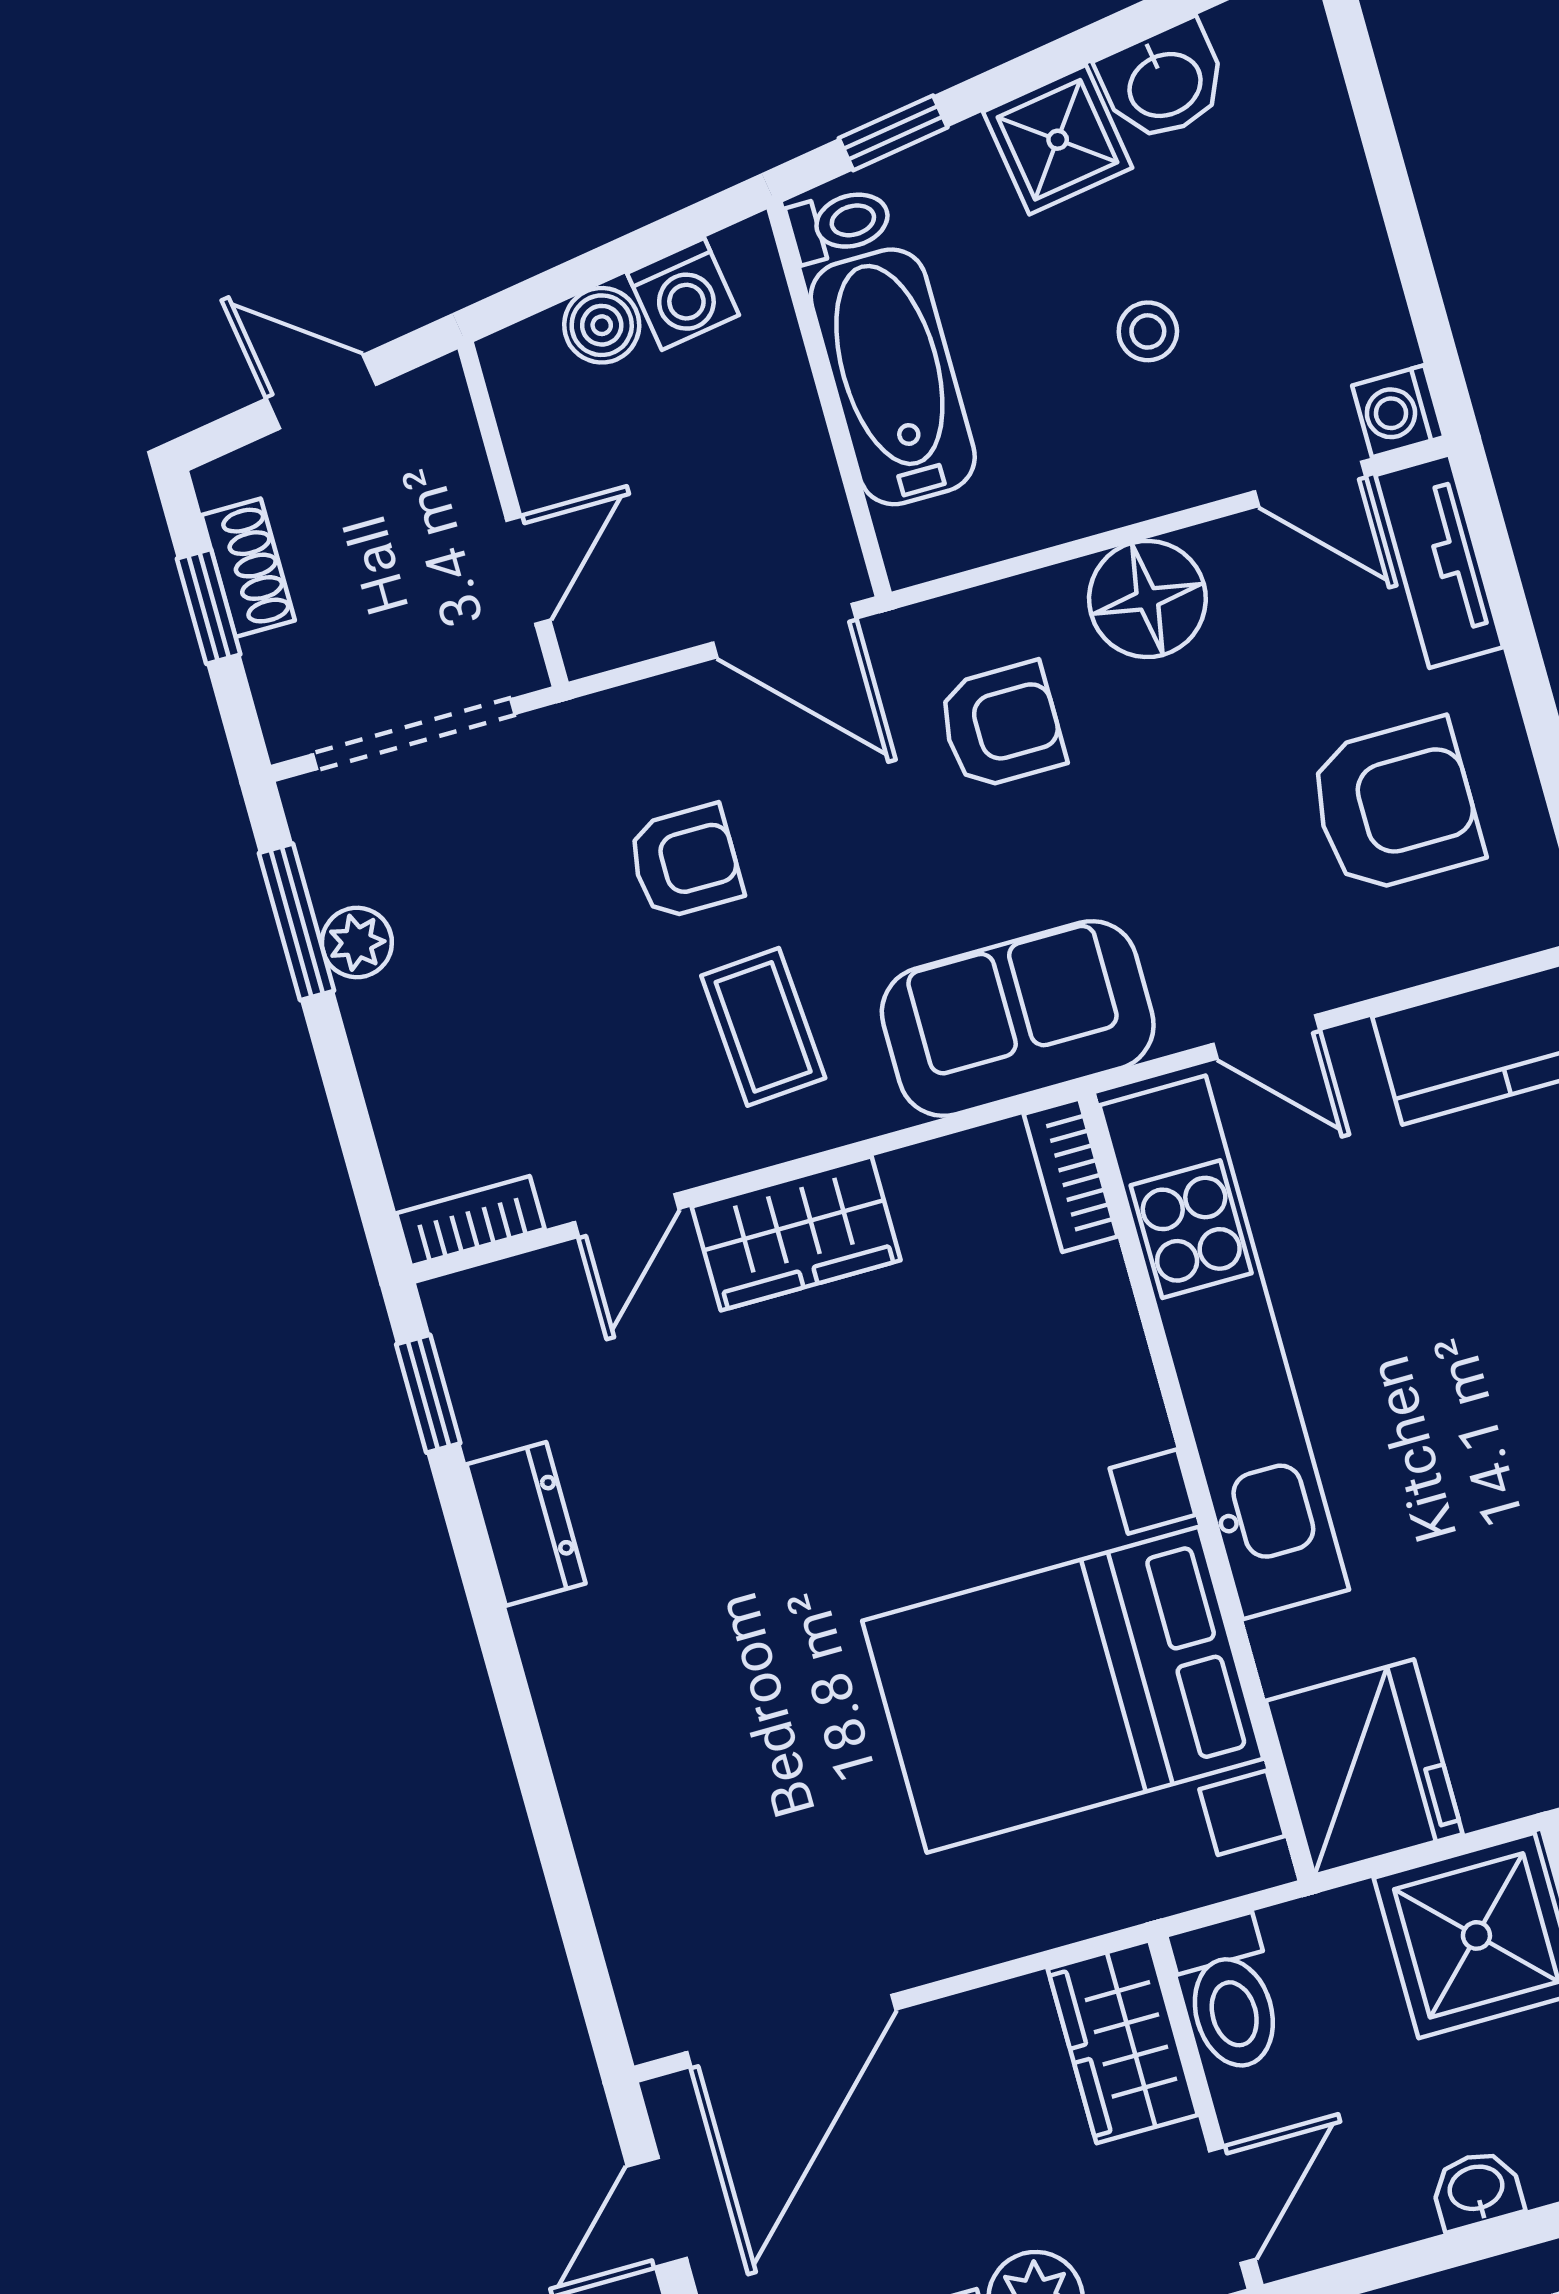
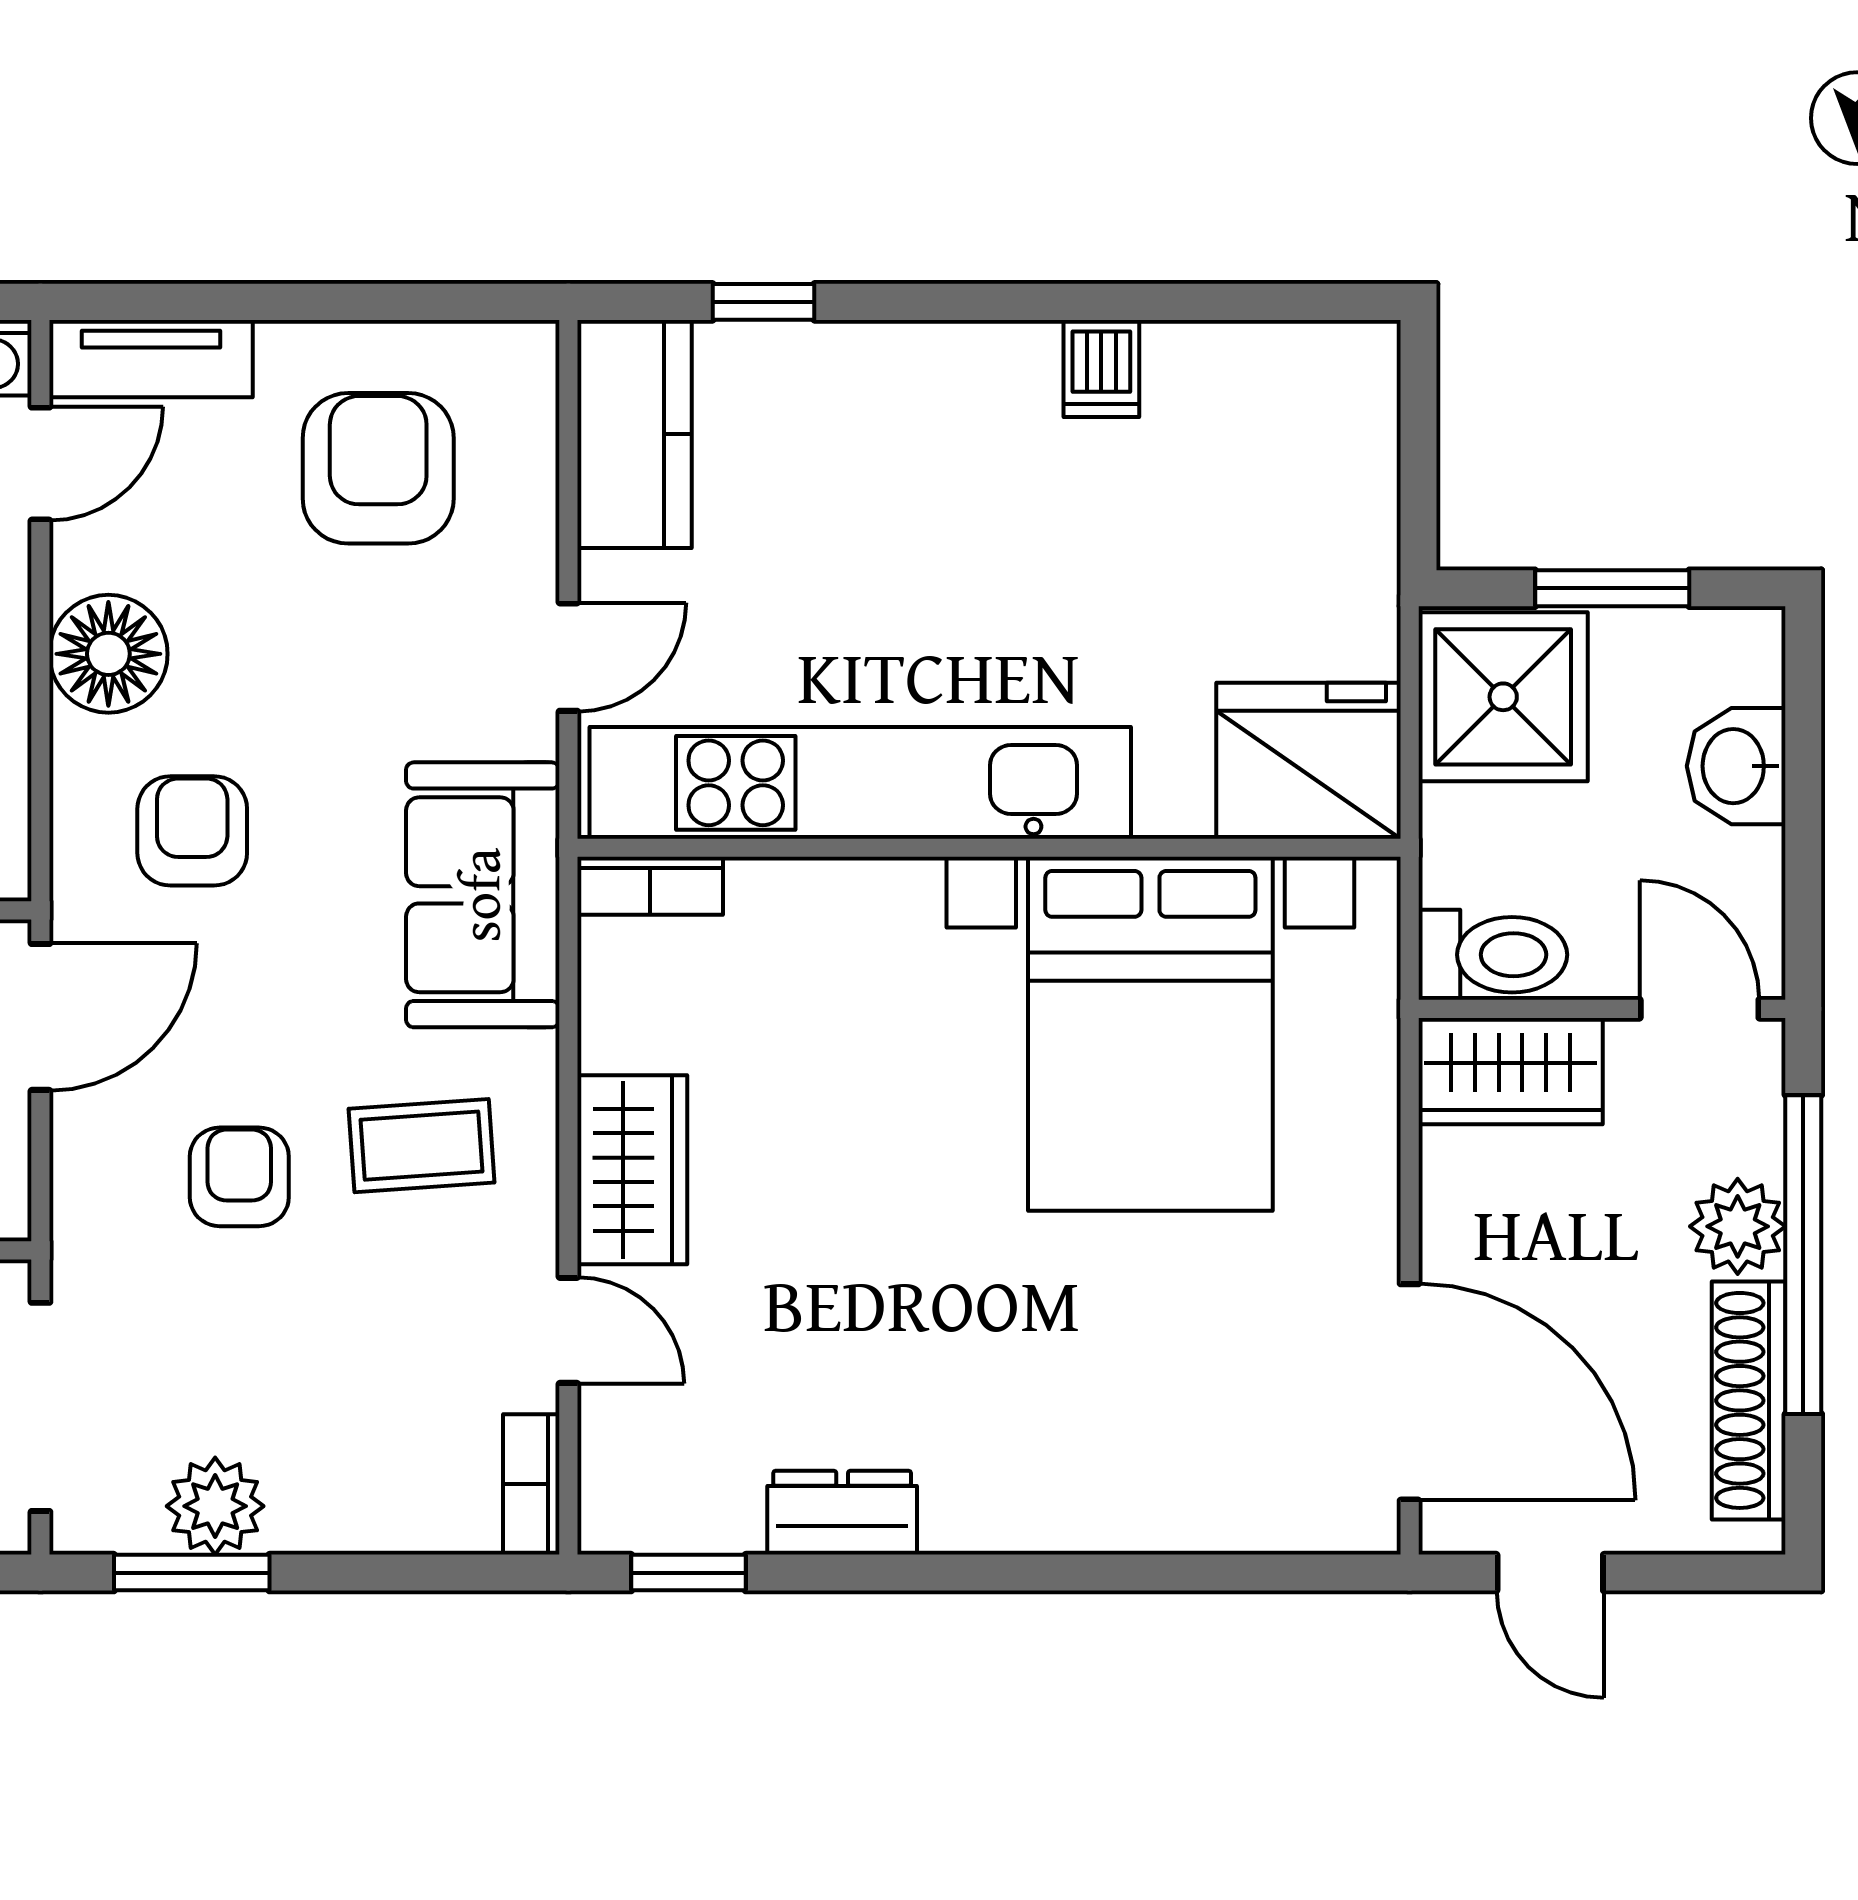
plant: (357, 943) -> (215, 1506), width x1.38, depth x1.38
washbasin: (1477, 2190) -> (1736, 766), width x1.38, depth x1.45

